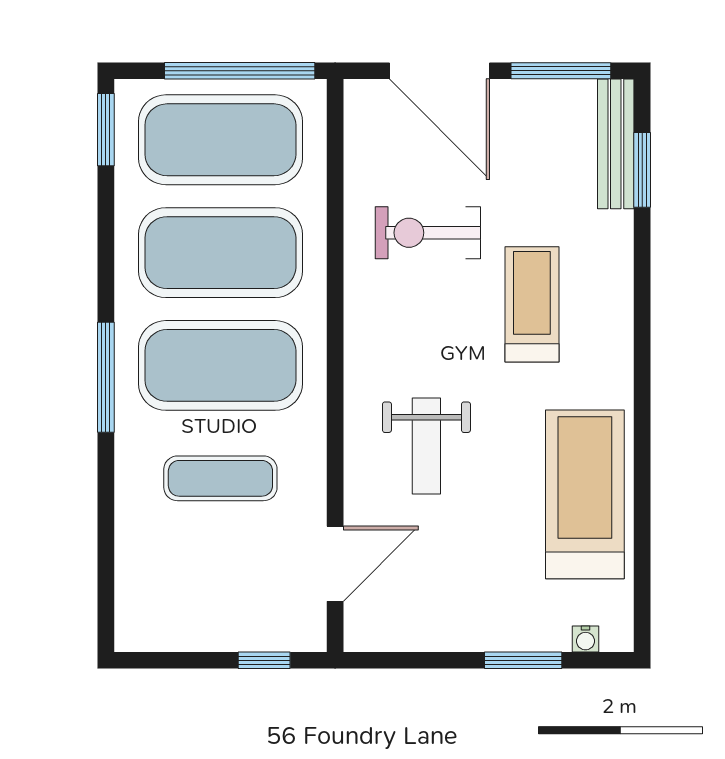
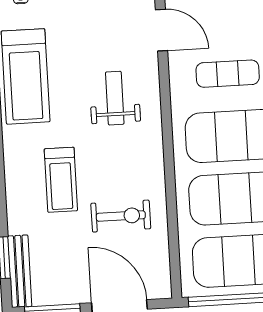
door: (335, 564) -> (161, 30), swing flipped

